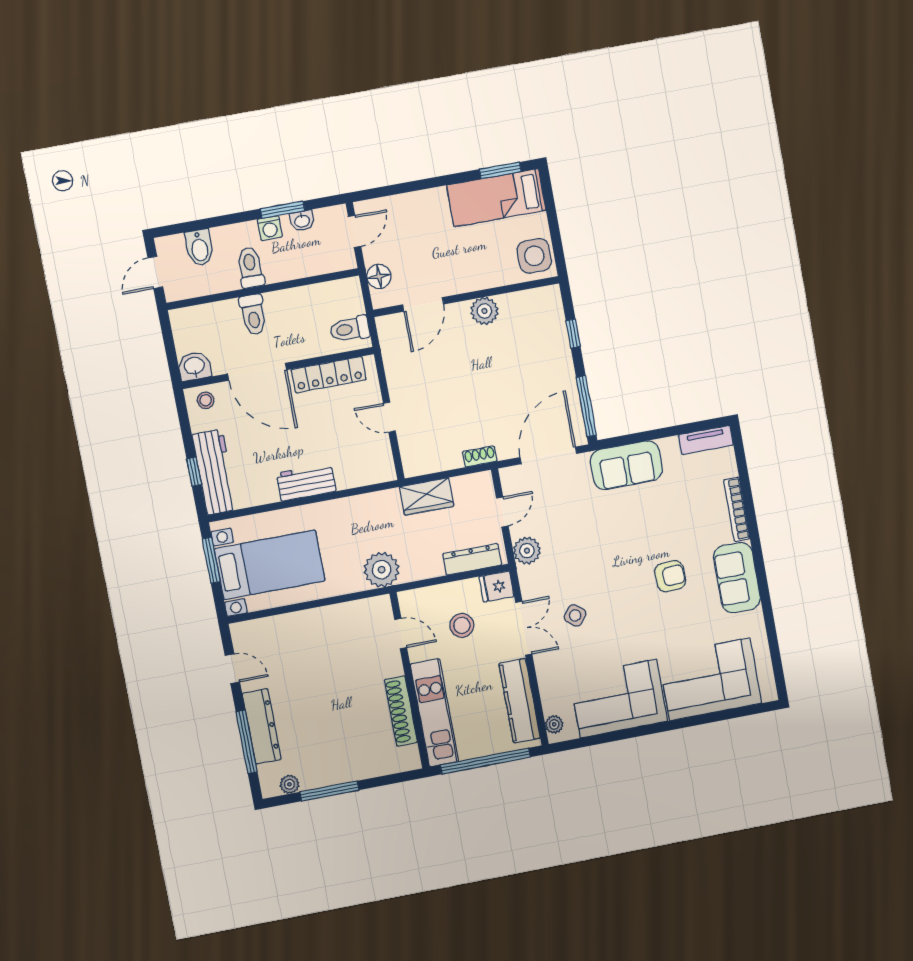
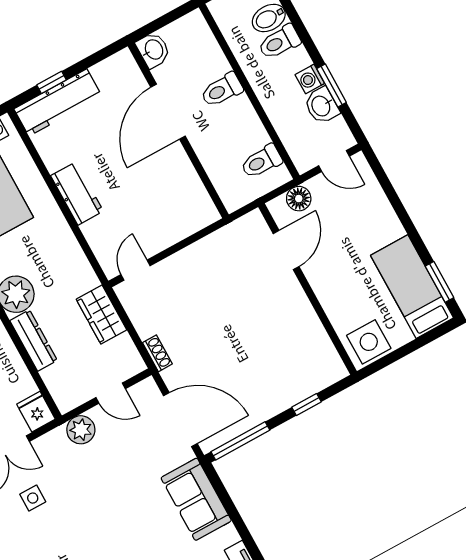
washbasin: (302, 221) -> (322, 106), width x1.38, depth x1.45
toilet: (250, 268) -> (279, 42), moved, turned 180
door: (423, 304) -> (286, 250), swing flipped
plant: (484, 311) -> (300, 311), removed
toilet: (350, 329) -> (261, 161), moved, turned -90
locker: (329, 375) -> (188, 181), removed
stool: (206, 400) -> (124, 71), removed
door: (389, 417) -> (136, 270), moved
dresser: (472, 559) -> (34, 340), moved
side table: (575, 615) -> (33, 498), turned -38

